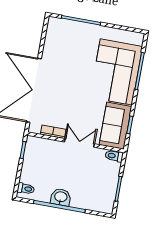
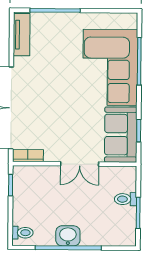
tv unit: (52, 35) -> (22, 35), added
bookcase: (53, 132) -> (28, 156), moved
double door: (79, 143) -> (80, 164), swing flipped
toilet: (114, 156) -> (125, 199), moved

